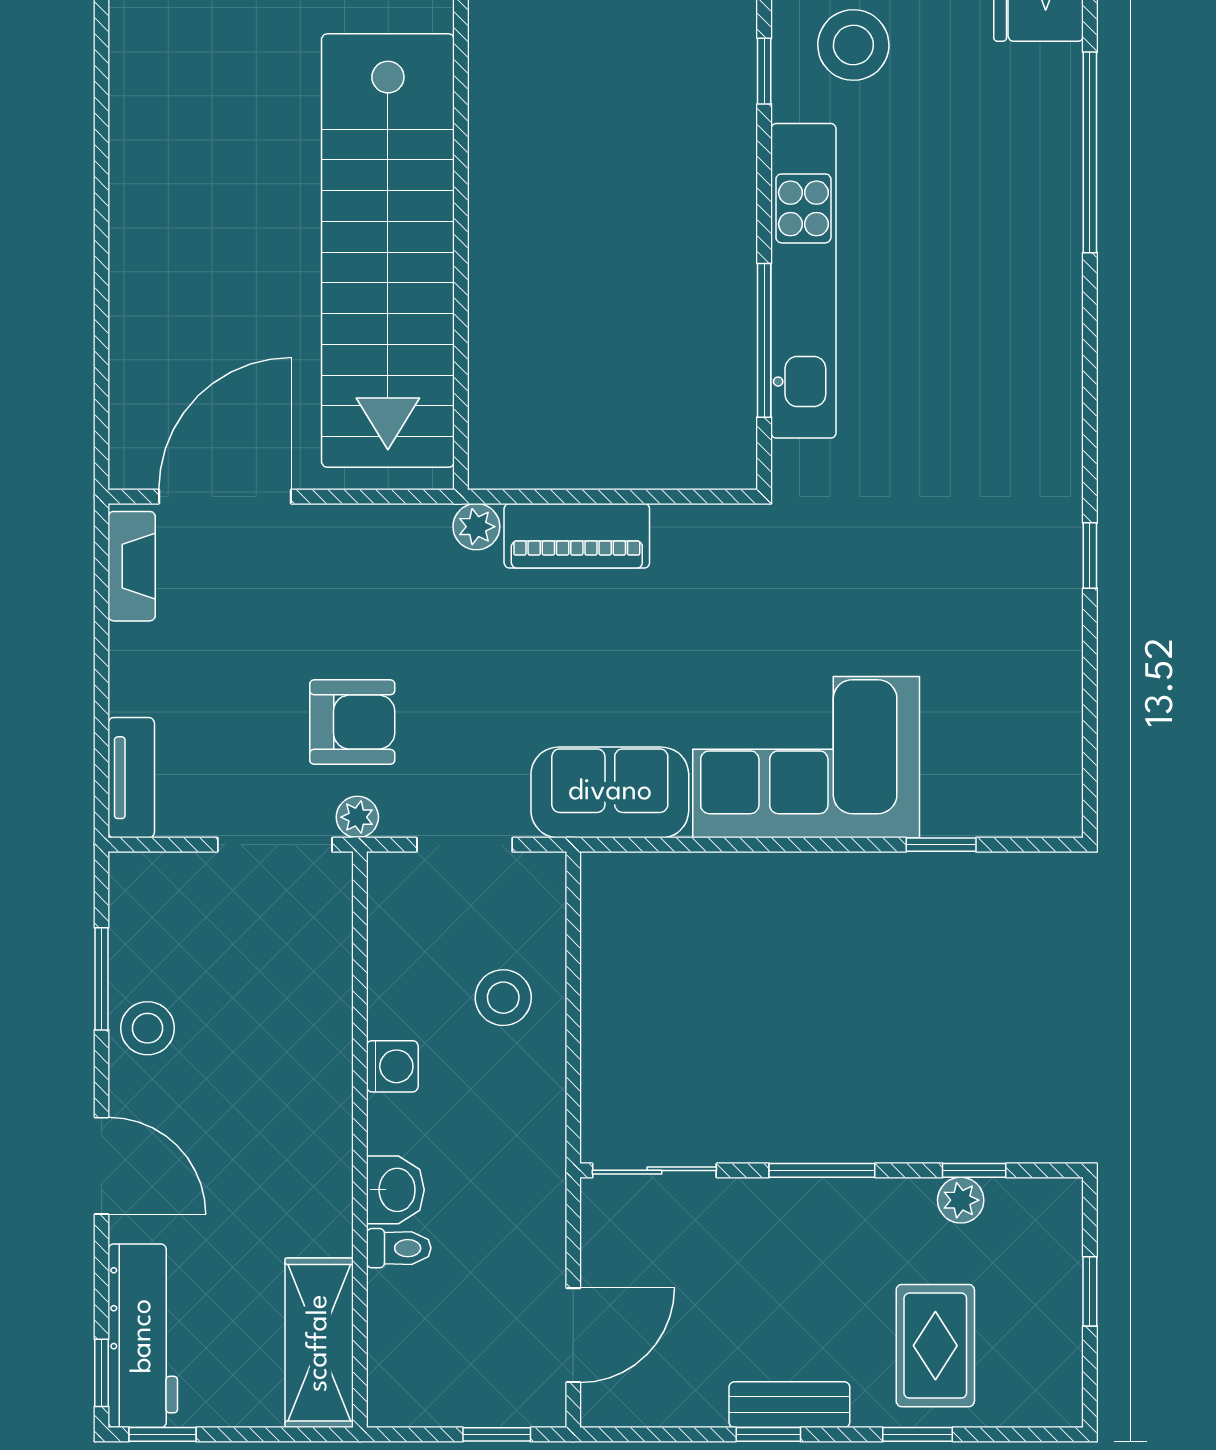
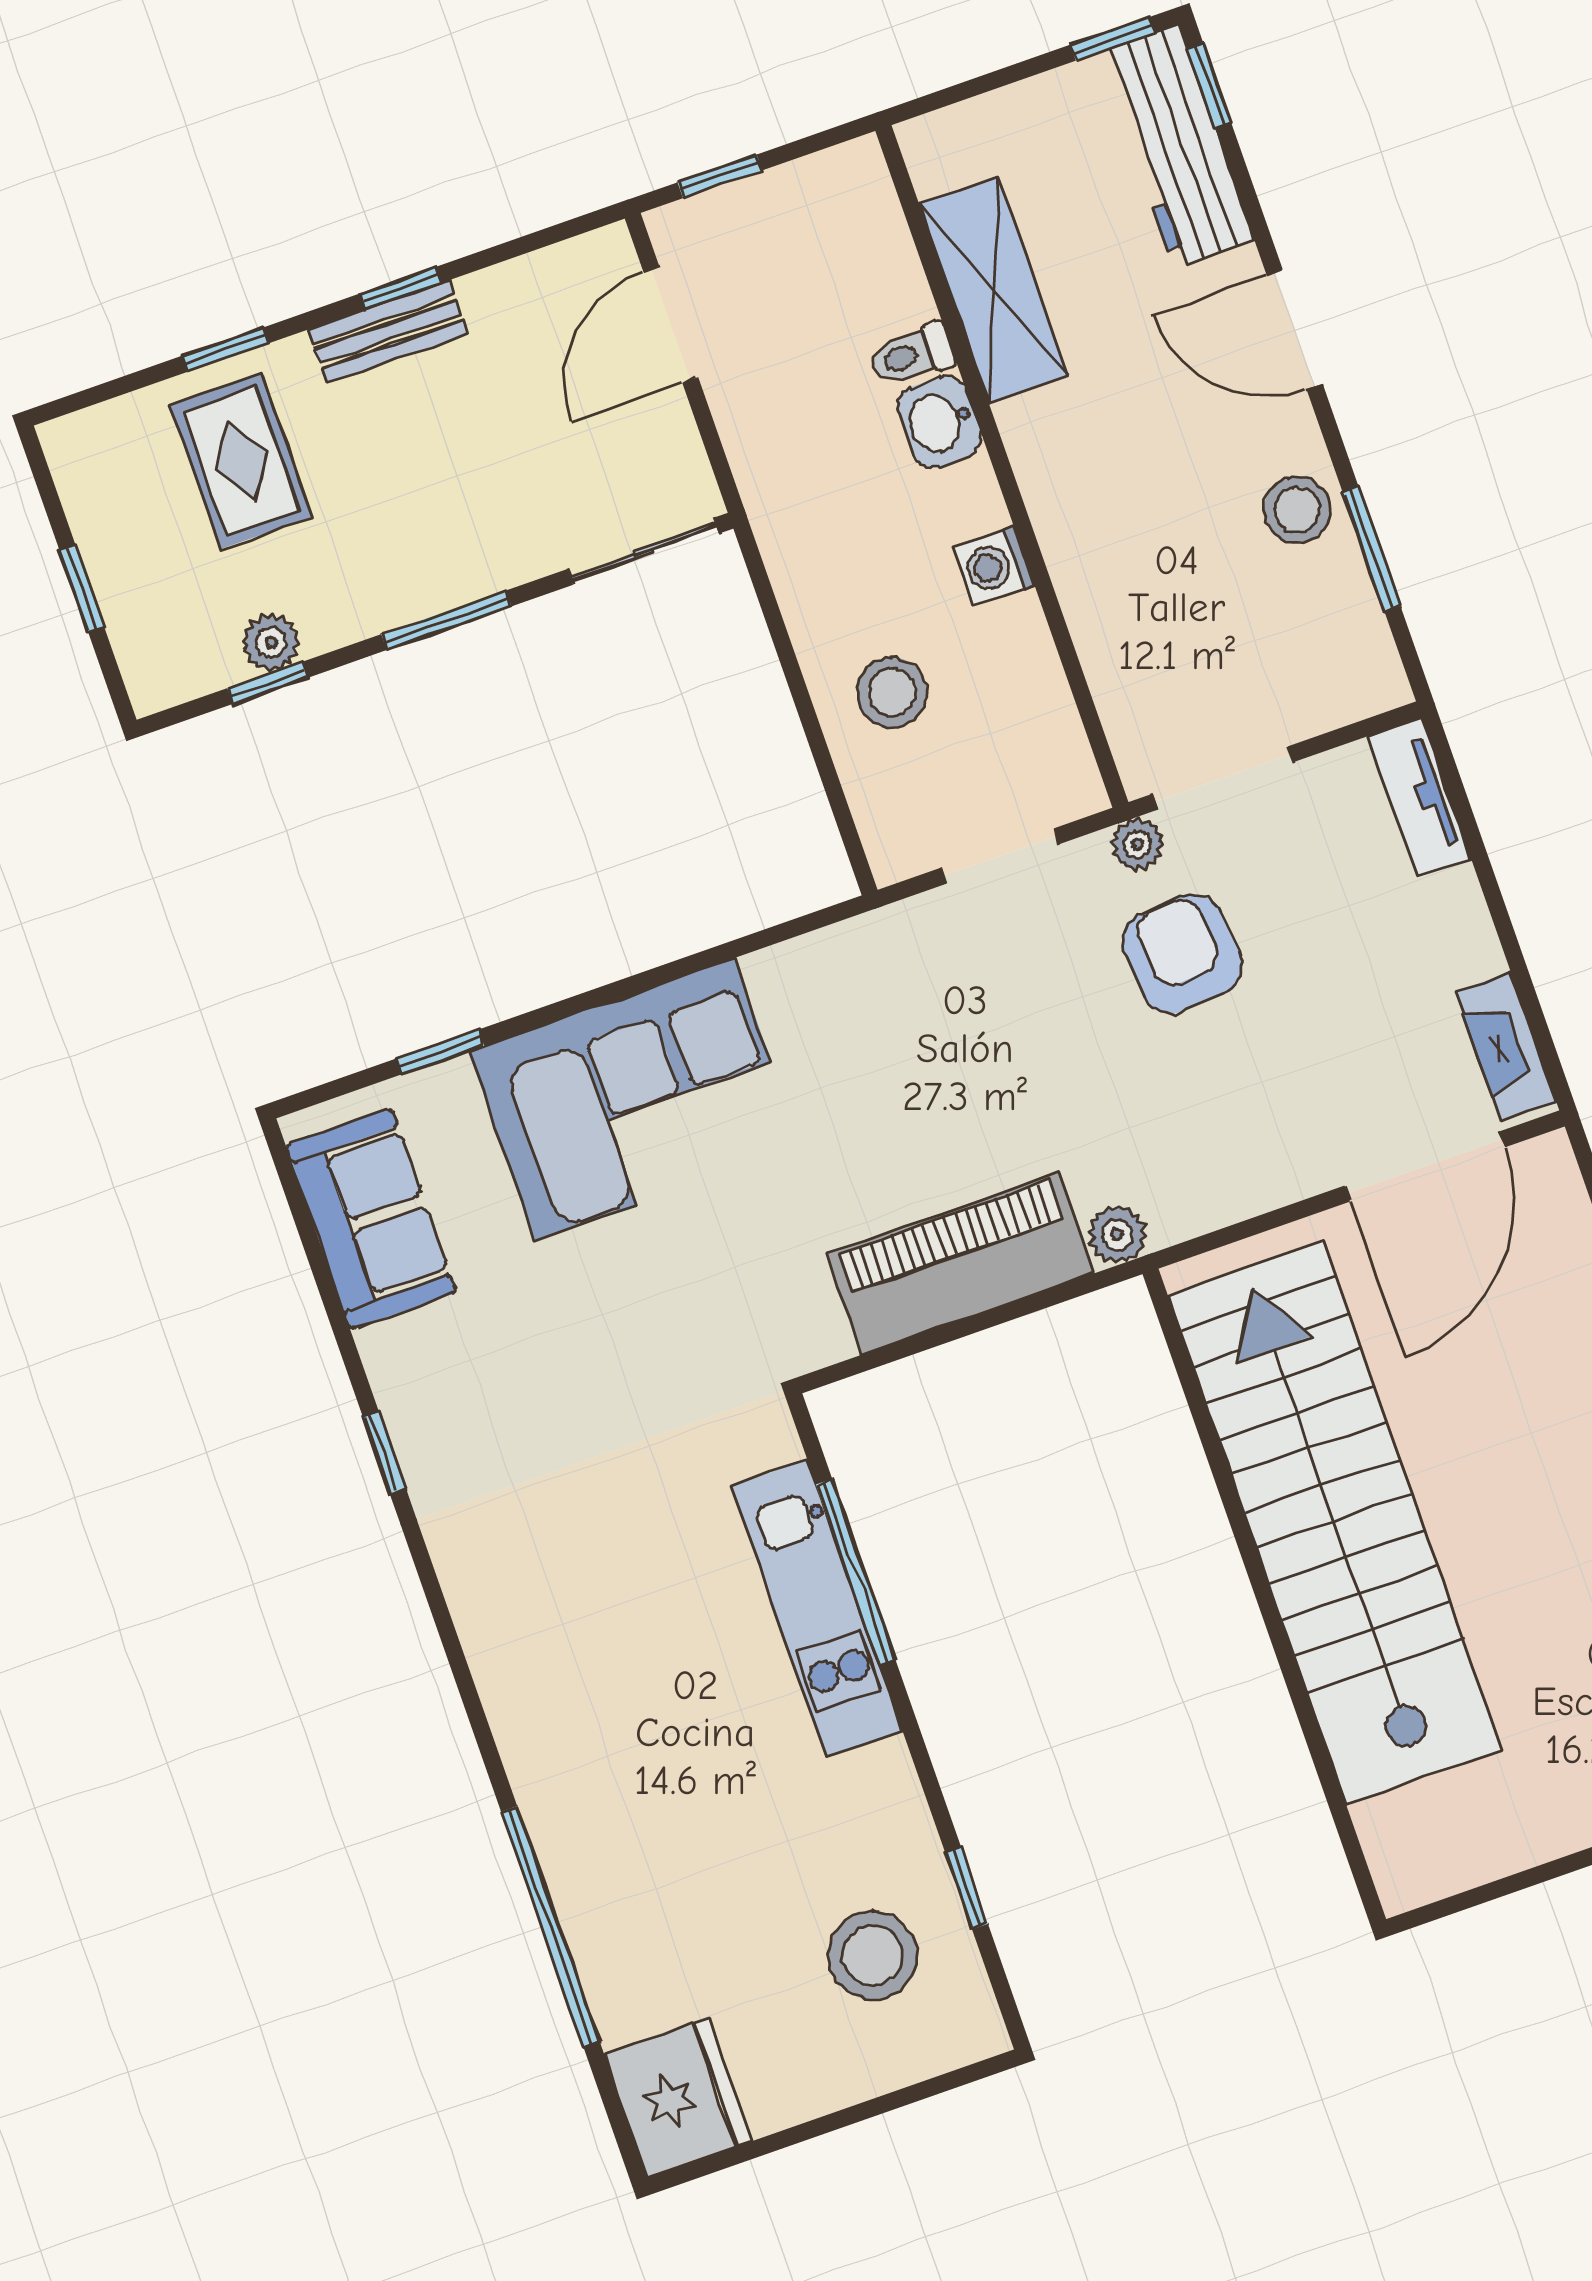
kitchen unit: (803, 281) -> (817, 1609), width x0.73
piano: (577, 536) -> (960, 1264), width x1.37, depth x1.33
armchair: (352, 722) -> (1183, 954), turned 85
sofa: (610, 792) -> (371, 1219), moved, turned -90
shelving: (319, 1343) -> (994, 289), moved

